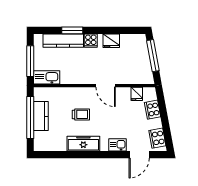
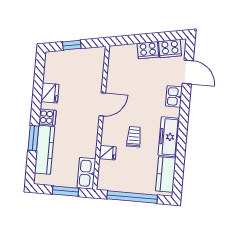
window: (153, 56) -> (72, 45), width x0.46
window: (30, 61) -> (65, 191), width x0.69
fridge: (137, 94) -> (108, 153), moved
cooker: (153, 110) -> (148, 50), moved
kitchen counter: (41, 116) -> (166, 174), moved, turned -90

